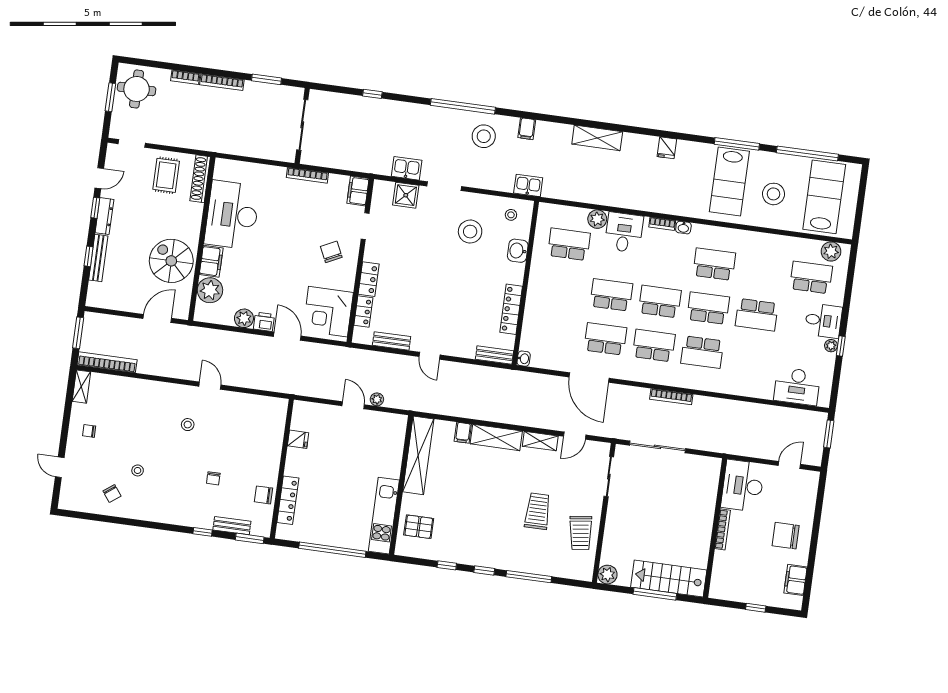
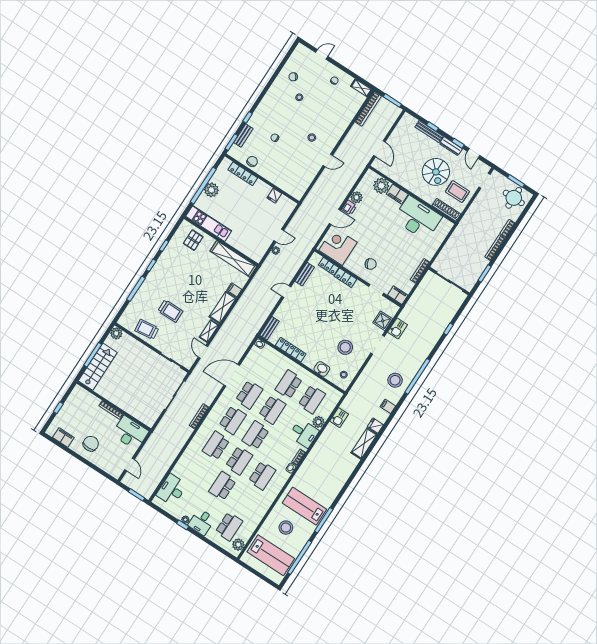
fridge: (667, 148) -> (375, 426), moved
kitchen sink: (528, 185) -> (339, 418), moved
spiral stairs: (171, 261) -> (436, 172), moved, turned 90
school desk: (563, 288) -> (289, 384), added
school desk: (660, 301) -> (256, 435), turned 180
plant: (333, 535) -> (211, 190), added

